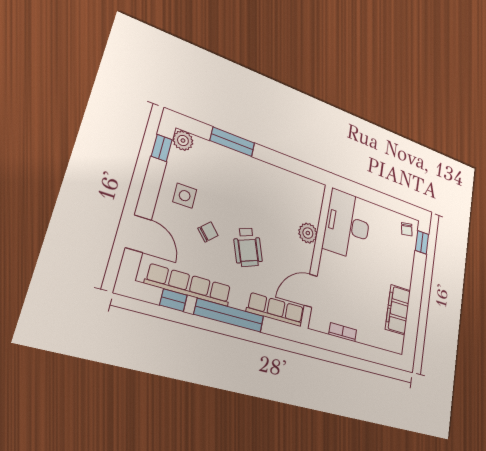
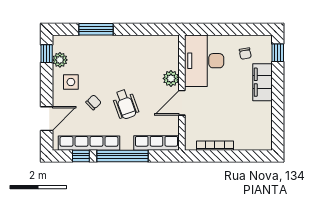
plant: (183, 141) -> (60, 60), moved
chair: (407, 229) -> (245, 54), moved
door: (138, 234) -> (47, 119), hinge flipped
door: (311, 291) -> (182, 103), moved
filing cabinet: (398, 310) -> (262, 82), moved
bookcase: (343, 332) -> (215, 146), width x1.56

